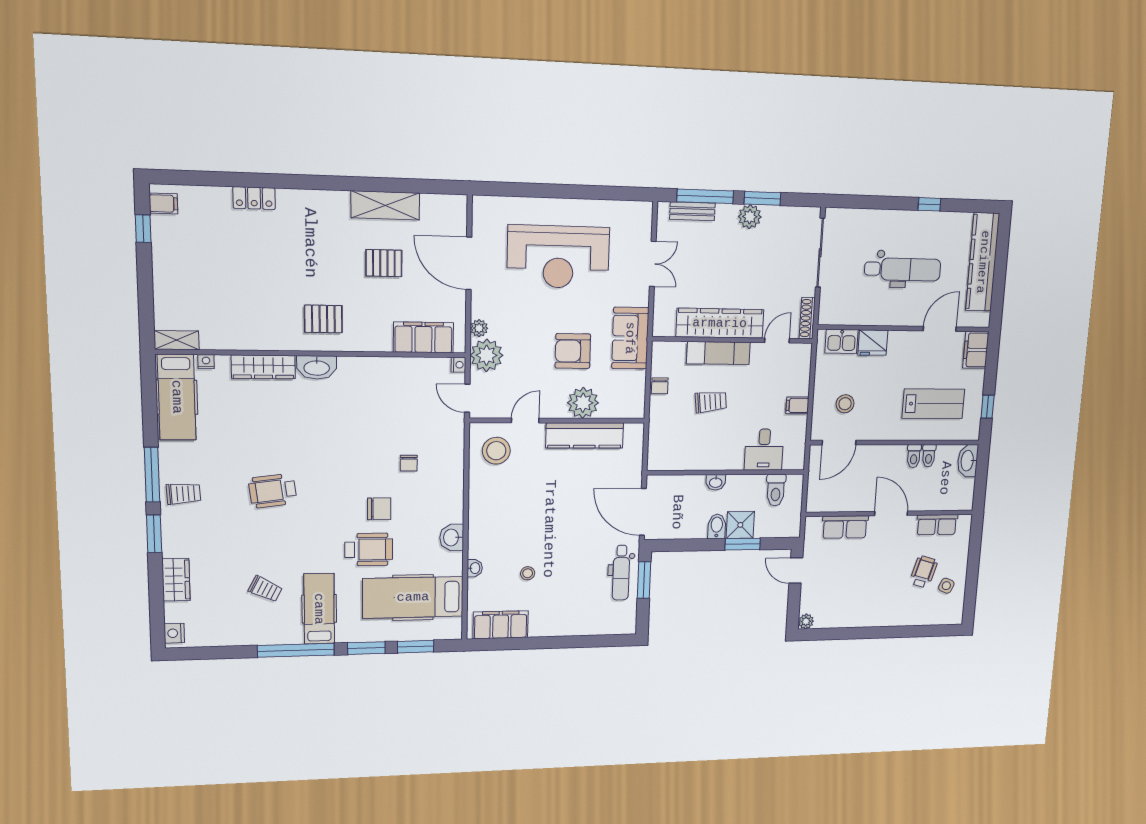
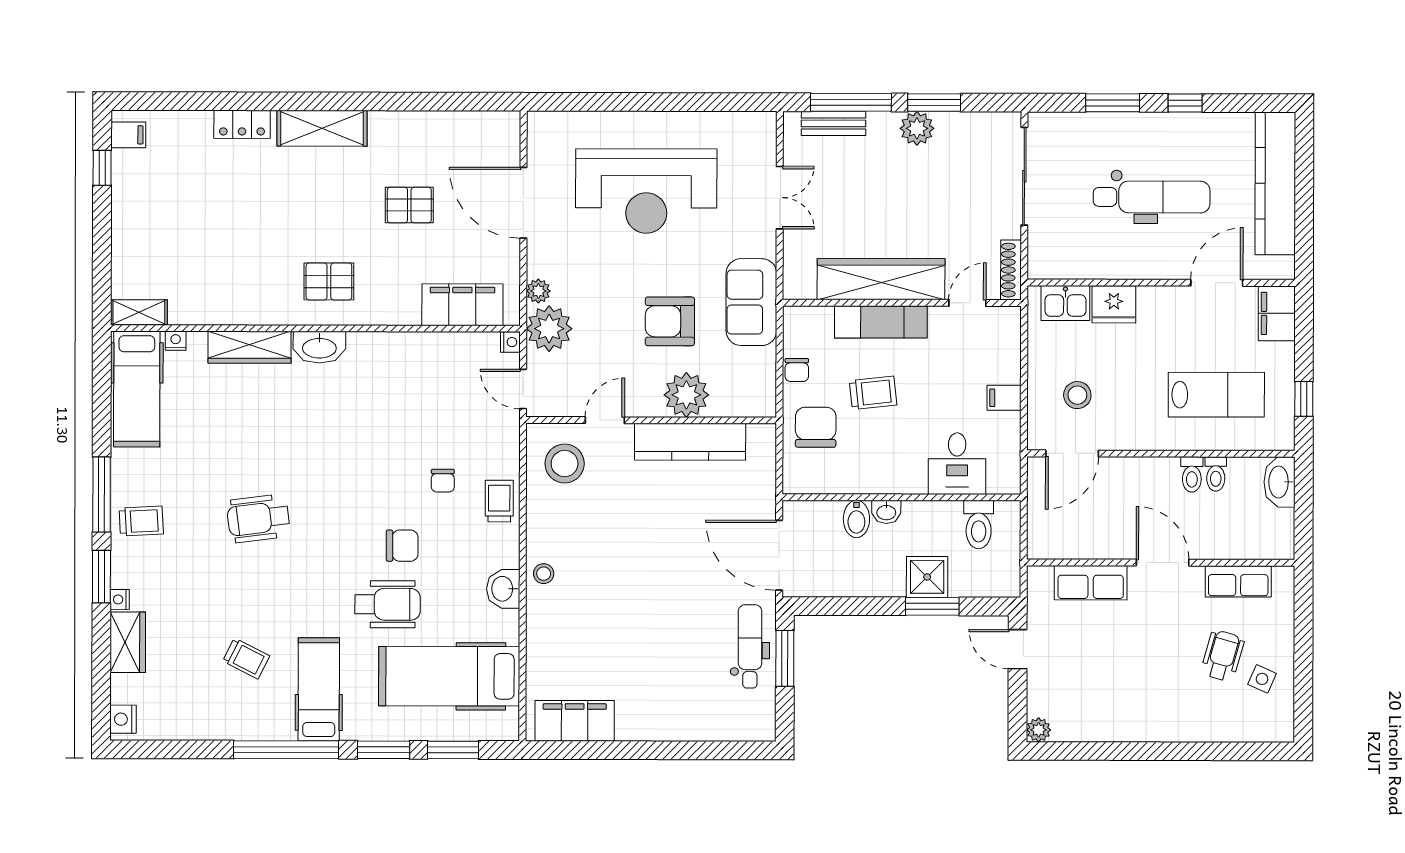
window: (882, 203) -> (1113, 103), added
shelving: (385, 205) -> (322, 128), moved
chair: (671, 425) -> (816, 427), added
trolley: (449, 477) -> (499, 501), added
bidet: (717, 526) -> (856, 519), moved, turned 180
nightstand: (169, 550) -> (120, 599), added
washbasin: (475, 568) -> (536, 635), removed
stool: (528, 573) -> (544, 574), moved
dental chair: (621, 573) -> (750, 646), turned 180

